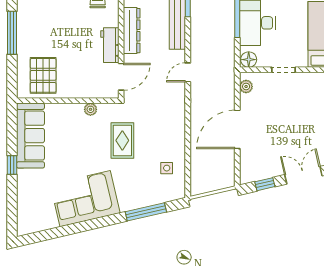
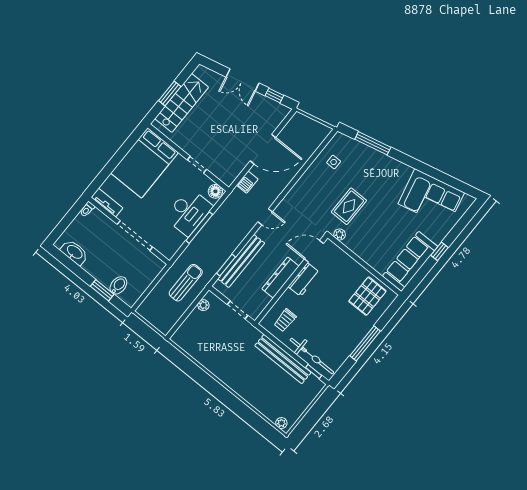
plant: (246, 86) -> (232, 174), removed
barbecue: (228, 90) -> (247, 182), added
plant: (90, 109) -> (340, 235), moved
corner sofa: (85, 199) -> (431, 198), moved

